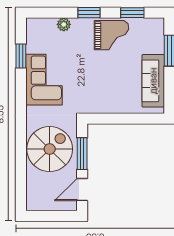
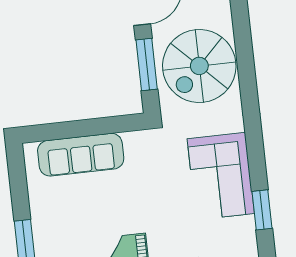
sofa: (153, 81) -> (81, 155), moved, turned 90

